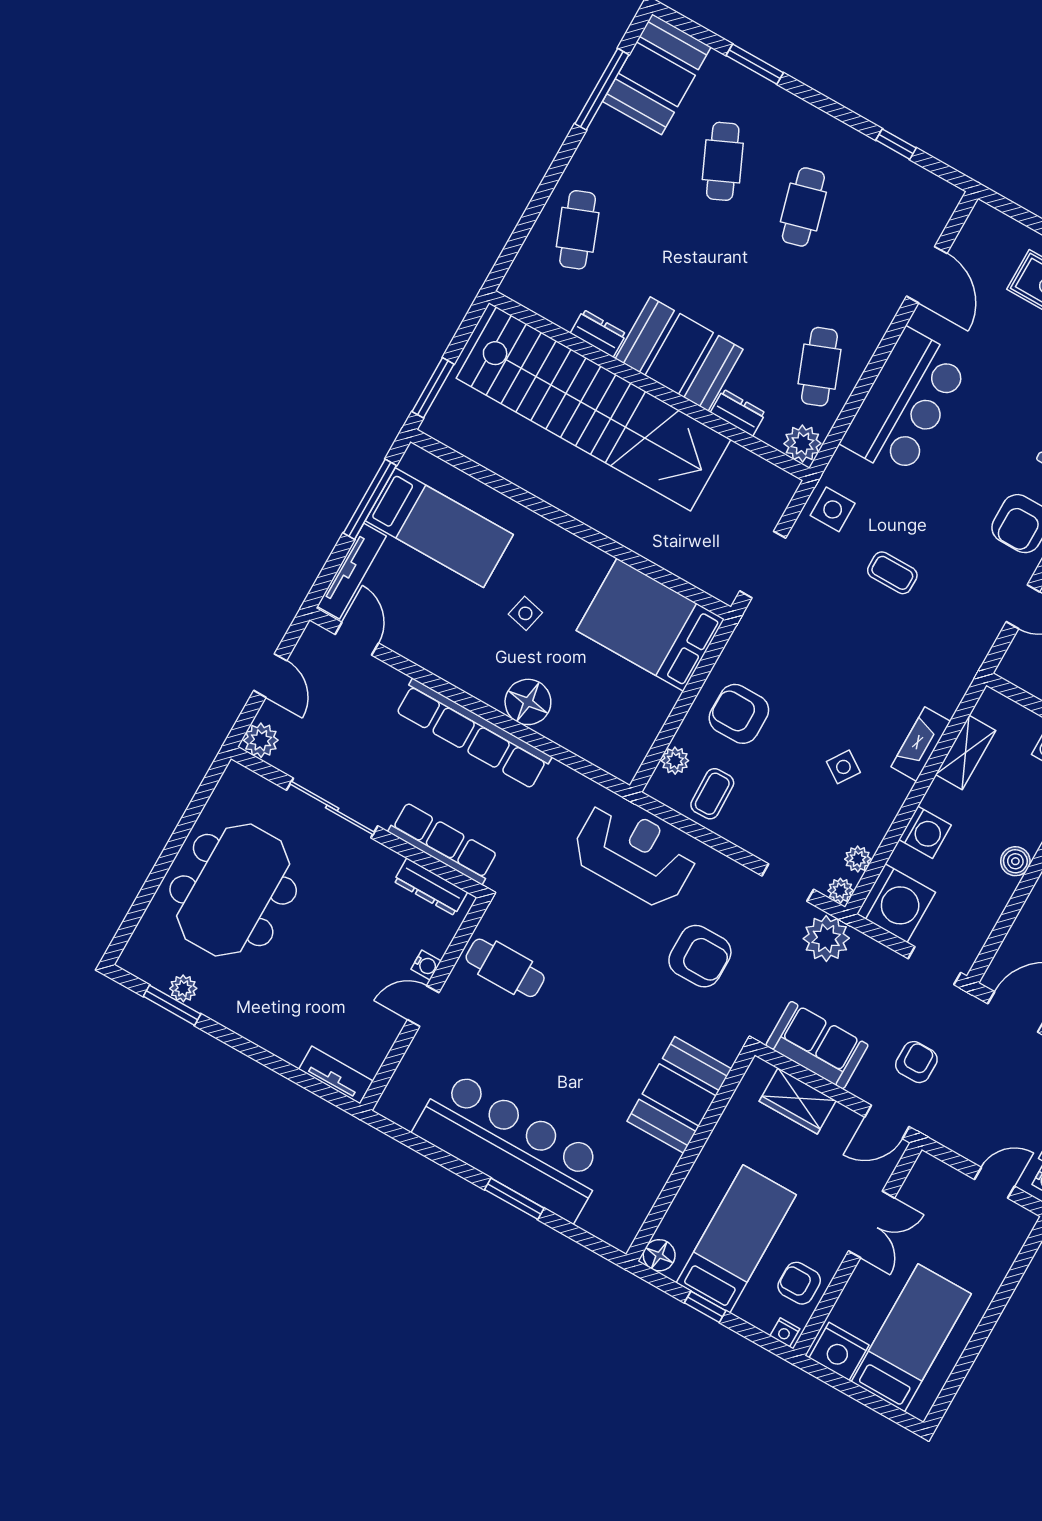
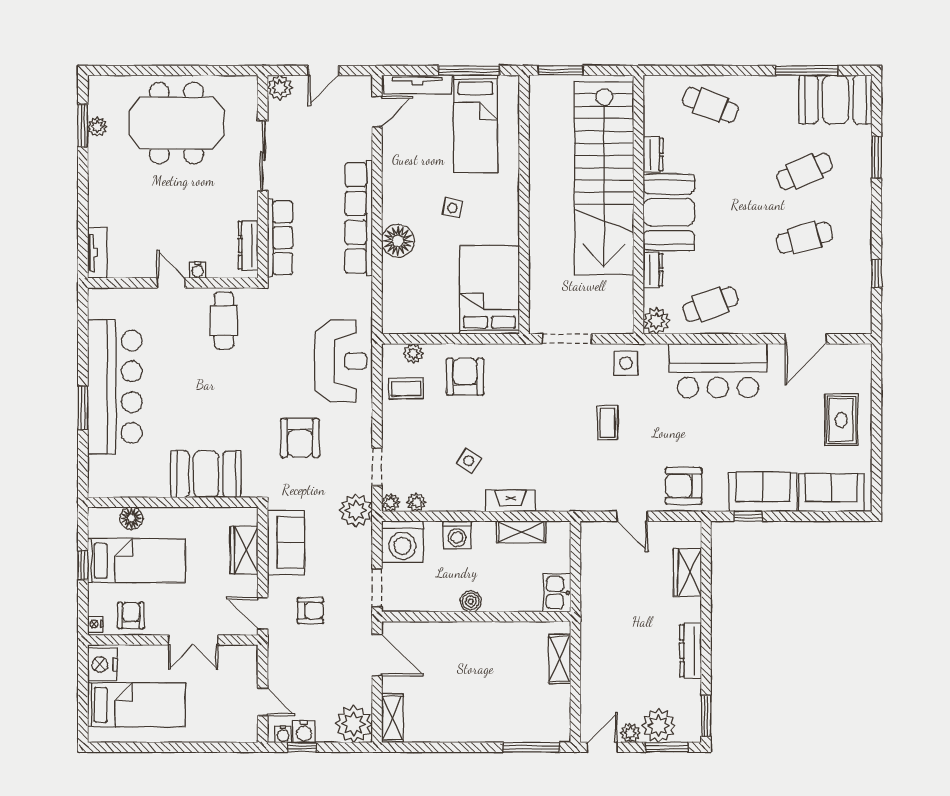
cafe table: (578, 230) -> (710, 105), turned 42
floor lamp: (659, 1255) -> (131, 518), moved

